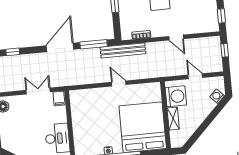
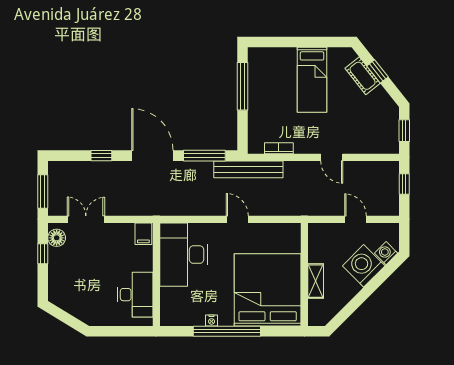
door: (60, 47) -> (152, 156), hinge flipped
window: (13, 52) -> (101, 156), moved
double door: (38, 91) -> (86, 219), moved
washing machine: (176, 96) -> (364, 266), moved, turned -135
desk: (86, 110) -> (184, 255), added

